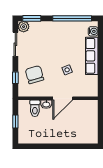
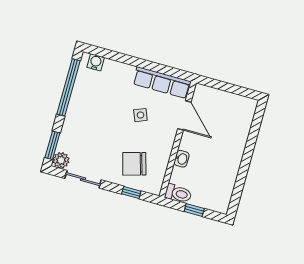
row of seats: (92, 56) -> (162, 83), moved
door: (63, 98) -> (184, 115), moved
toilet: (35, 108) -> (178, 193), moved

